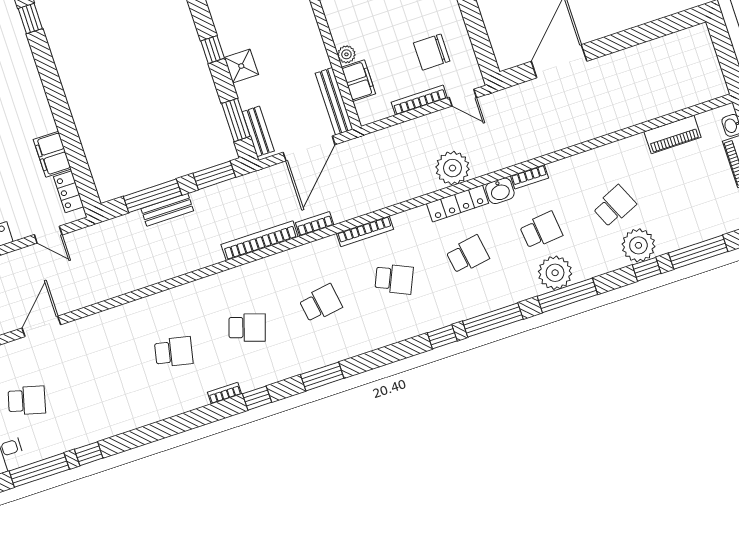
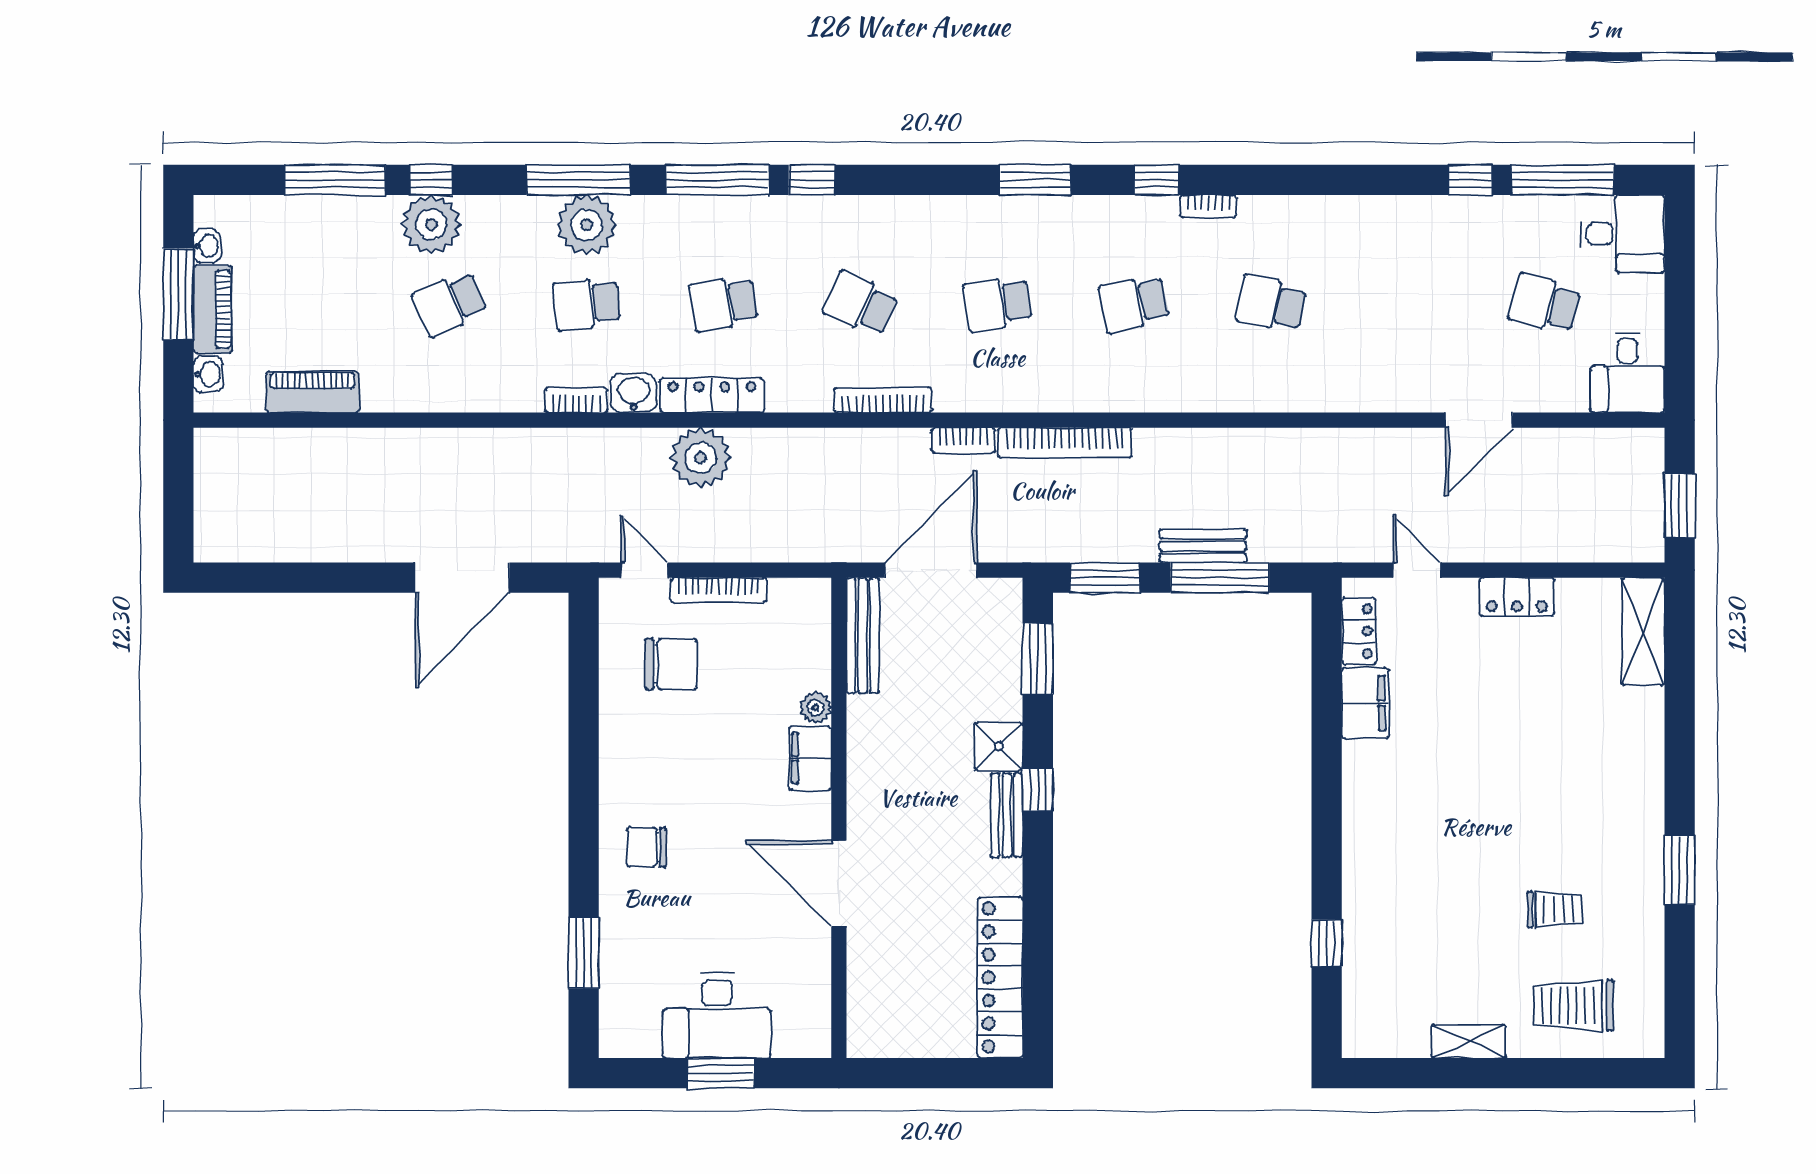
filing cabinet: (358, 81) -> (810, 758), moved
bench: (258, 131) -> (1007, 815), moved
school desk: (247, 328) -> (1134, 304), turned -30

